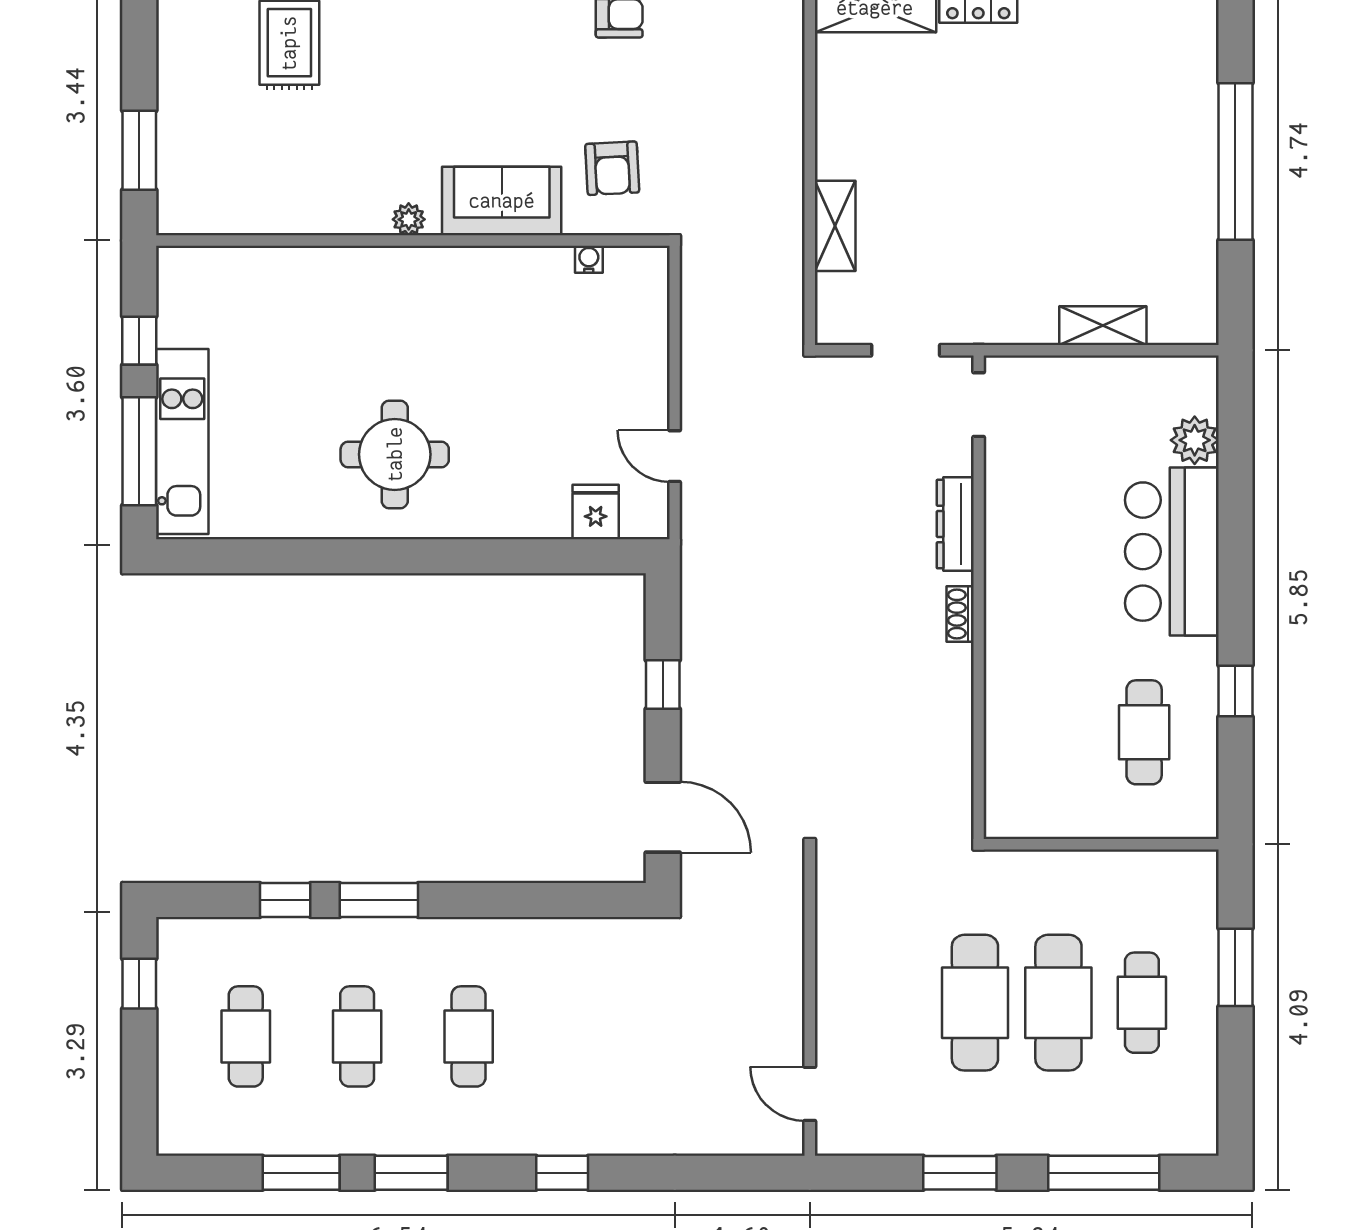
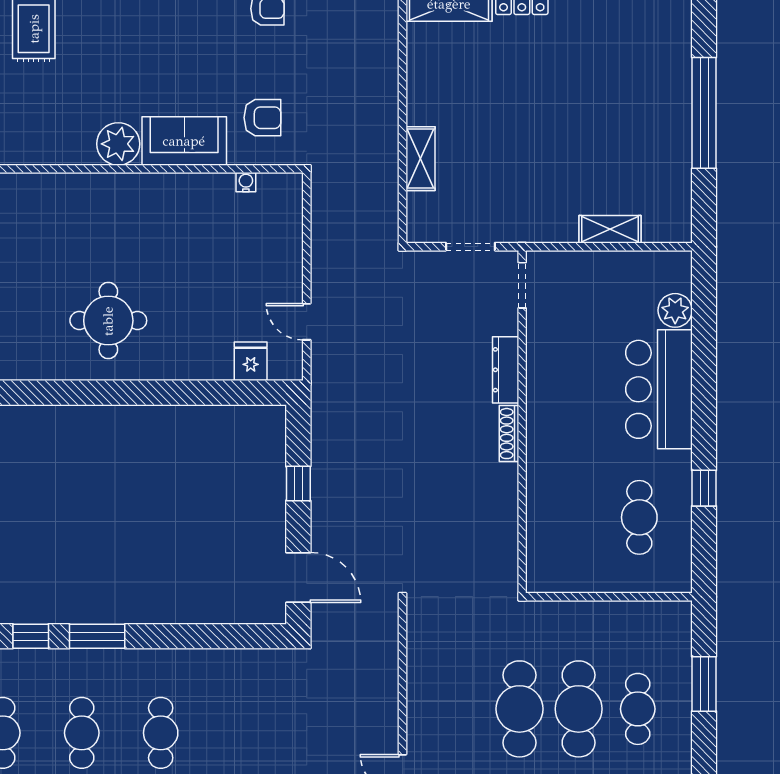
armchair: (612, 168) -> (262, 118), turned -87
plant: (409, 219) -> (118, 144), width x1.88, depth x1.88
shoe rack: (960, 614) -> (509, 434), width x1.43

